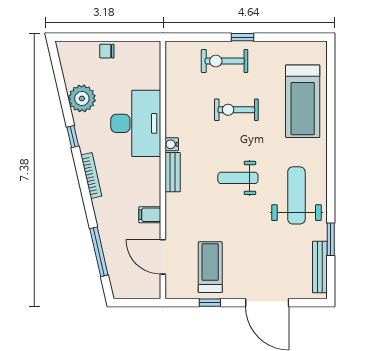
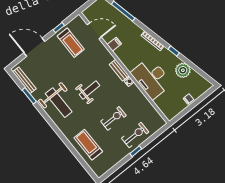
treadmill: (303, 101) -> (88, 145), width x0.73, depth x0.73

